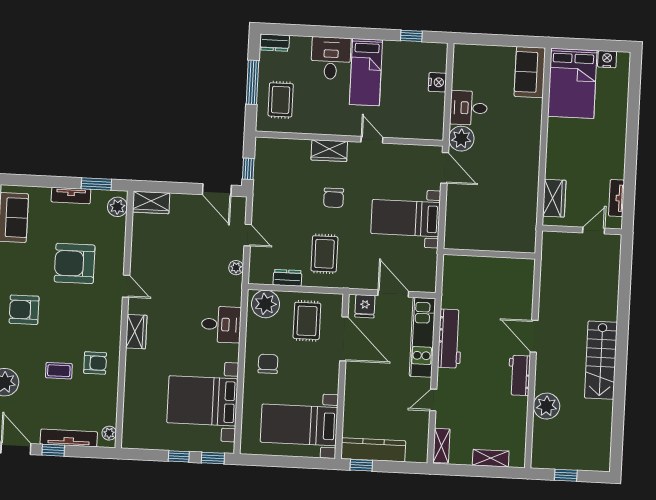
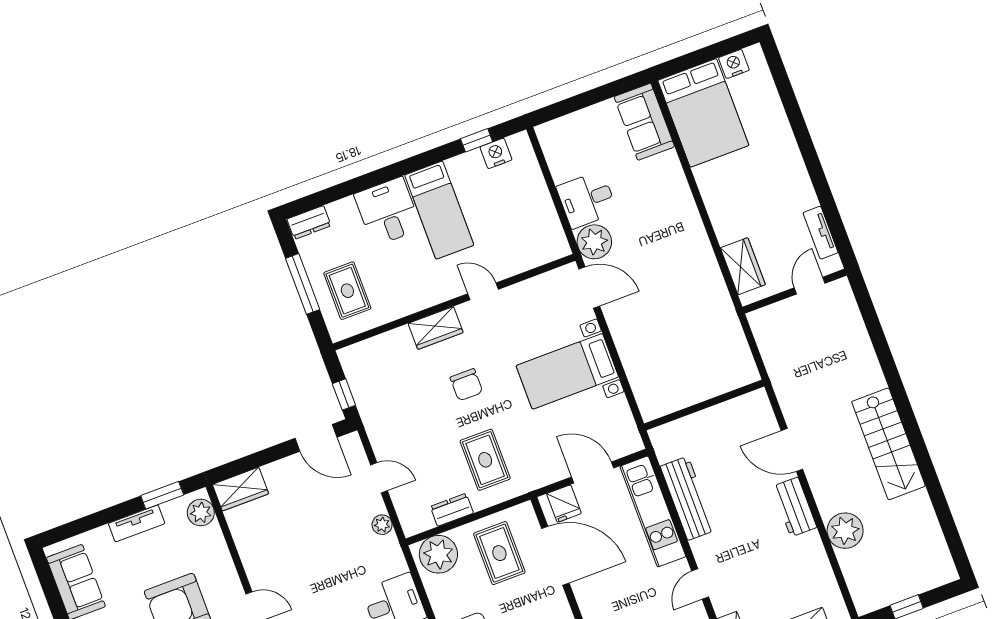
nightstand: (437, 82) -> (496, 153), moved, turned -90
wall: (489, 254) -> (704, 405), moved

